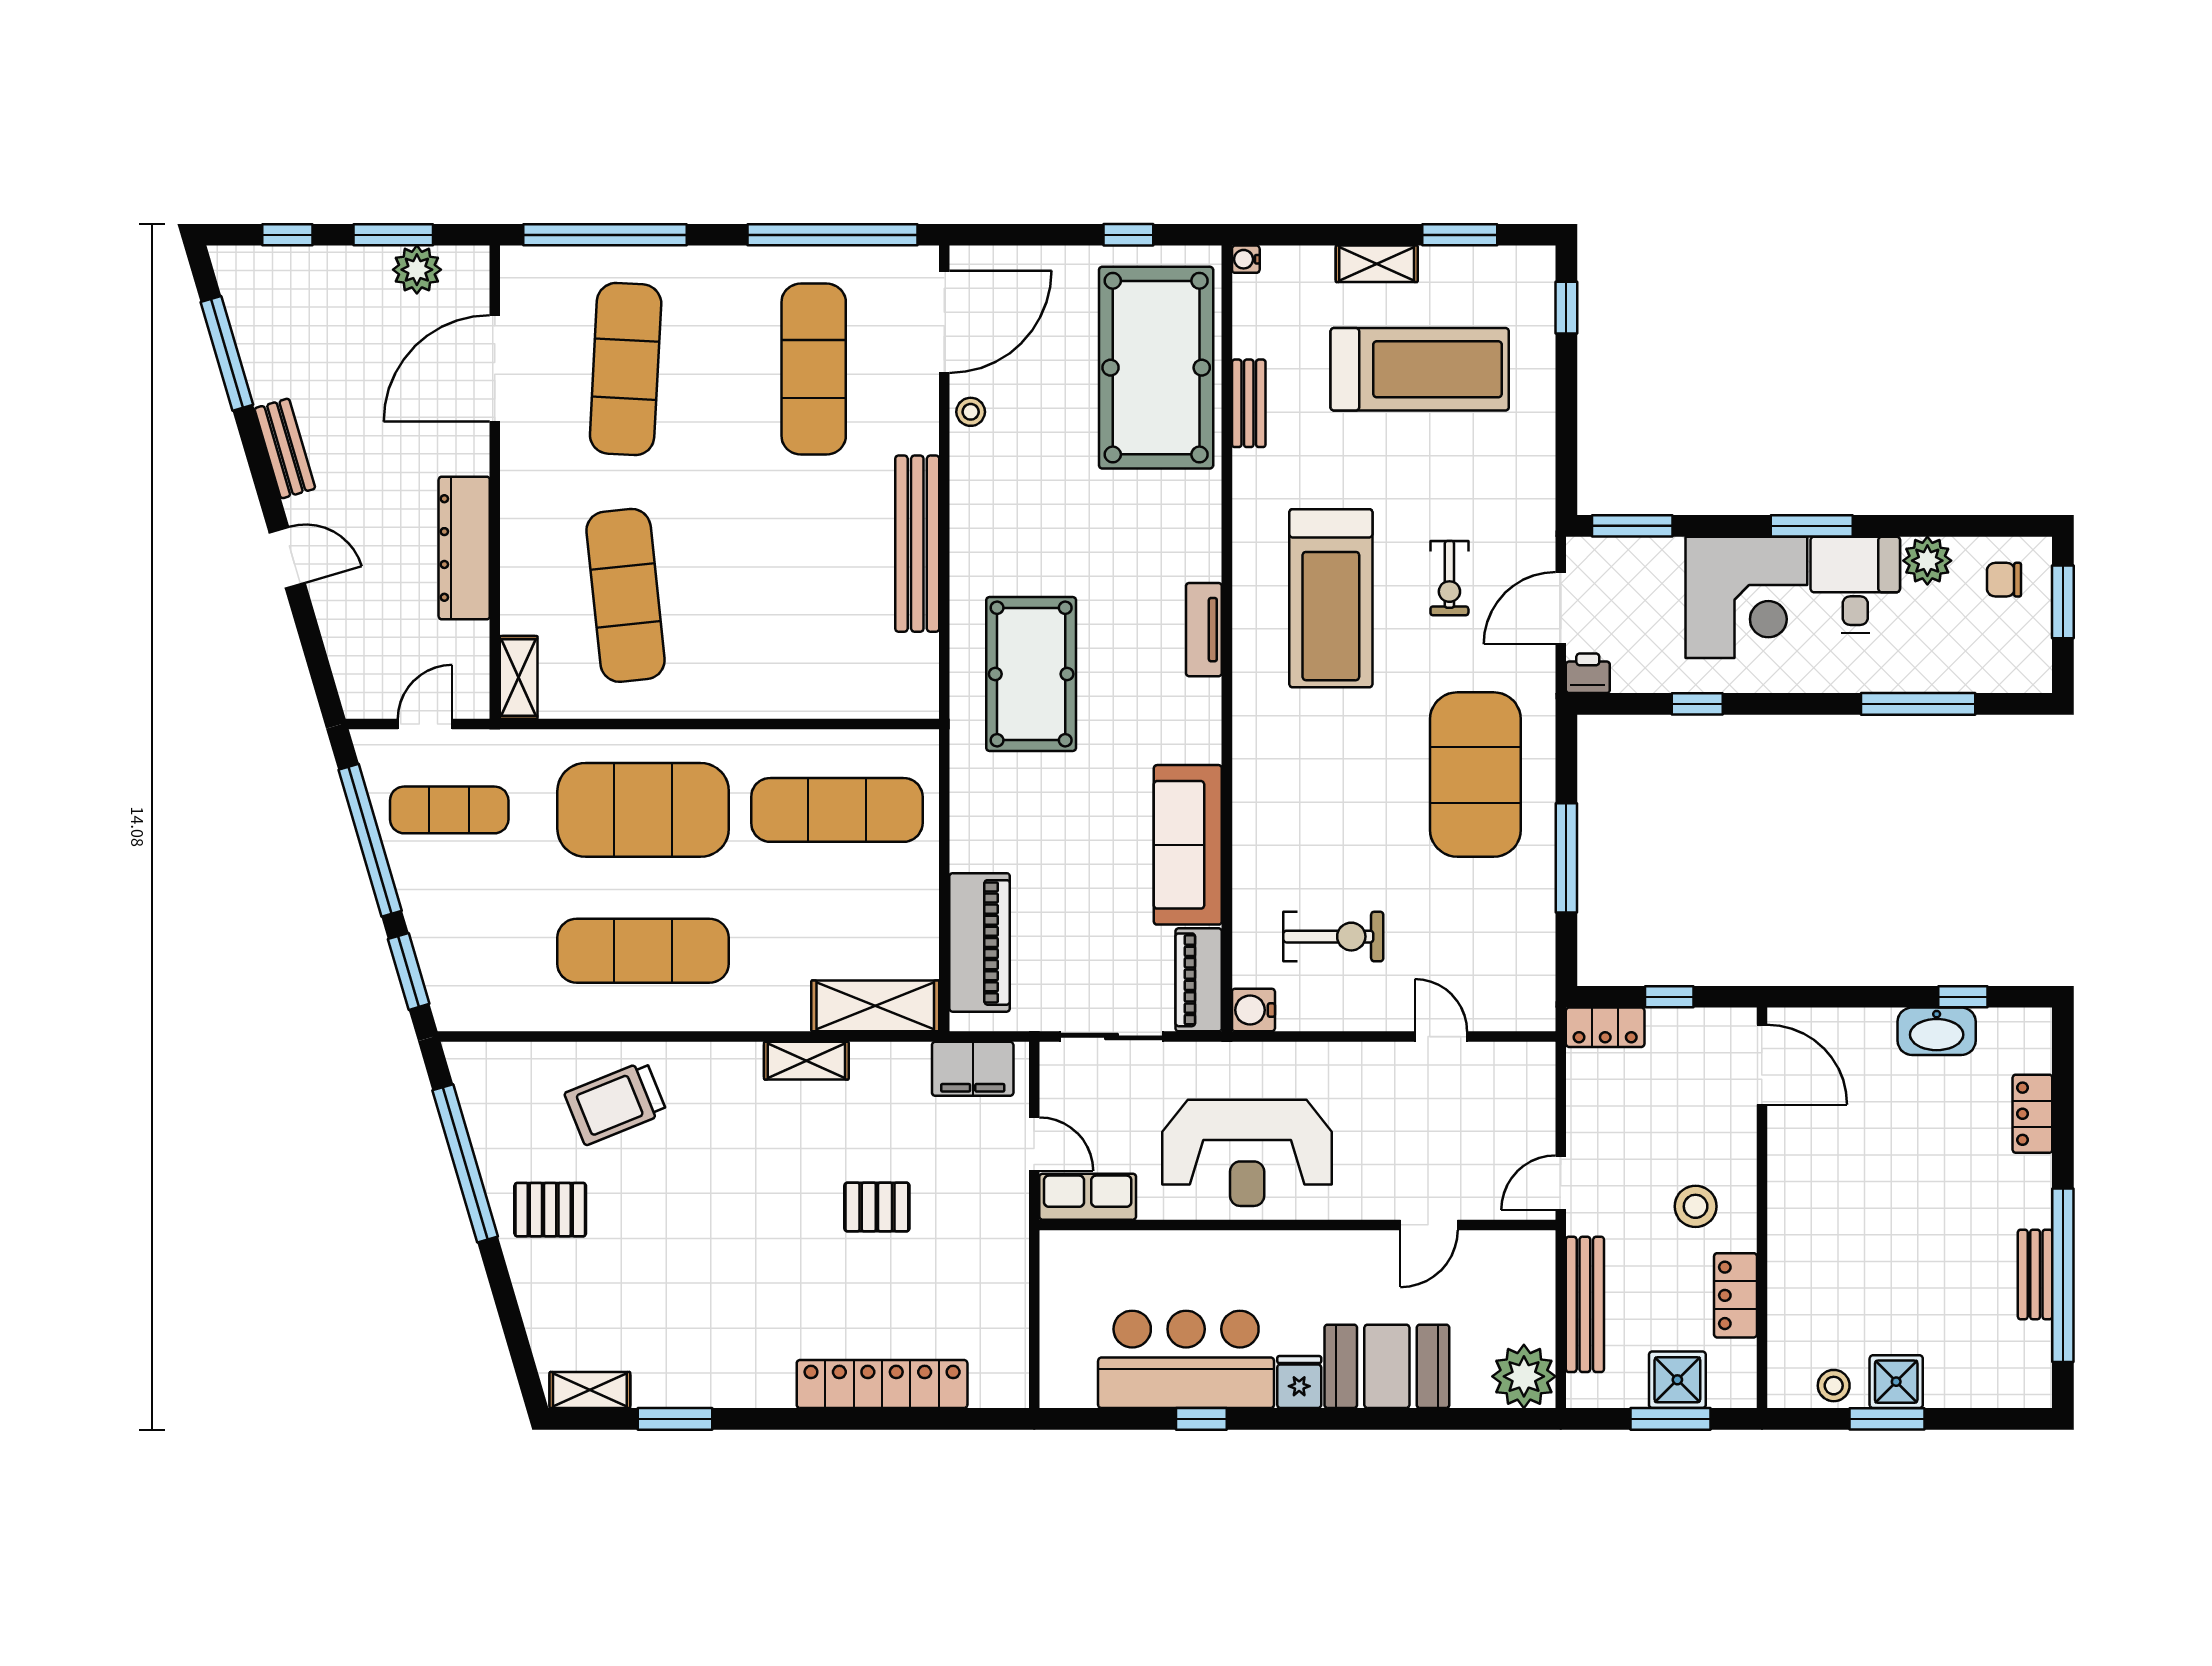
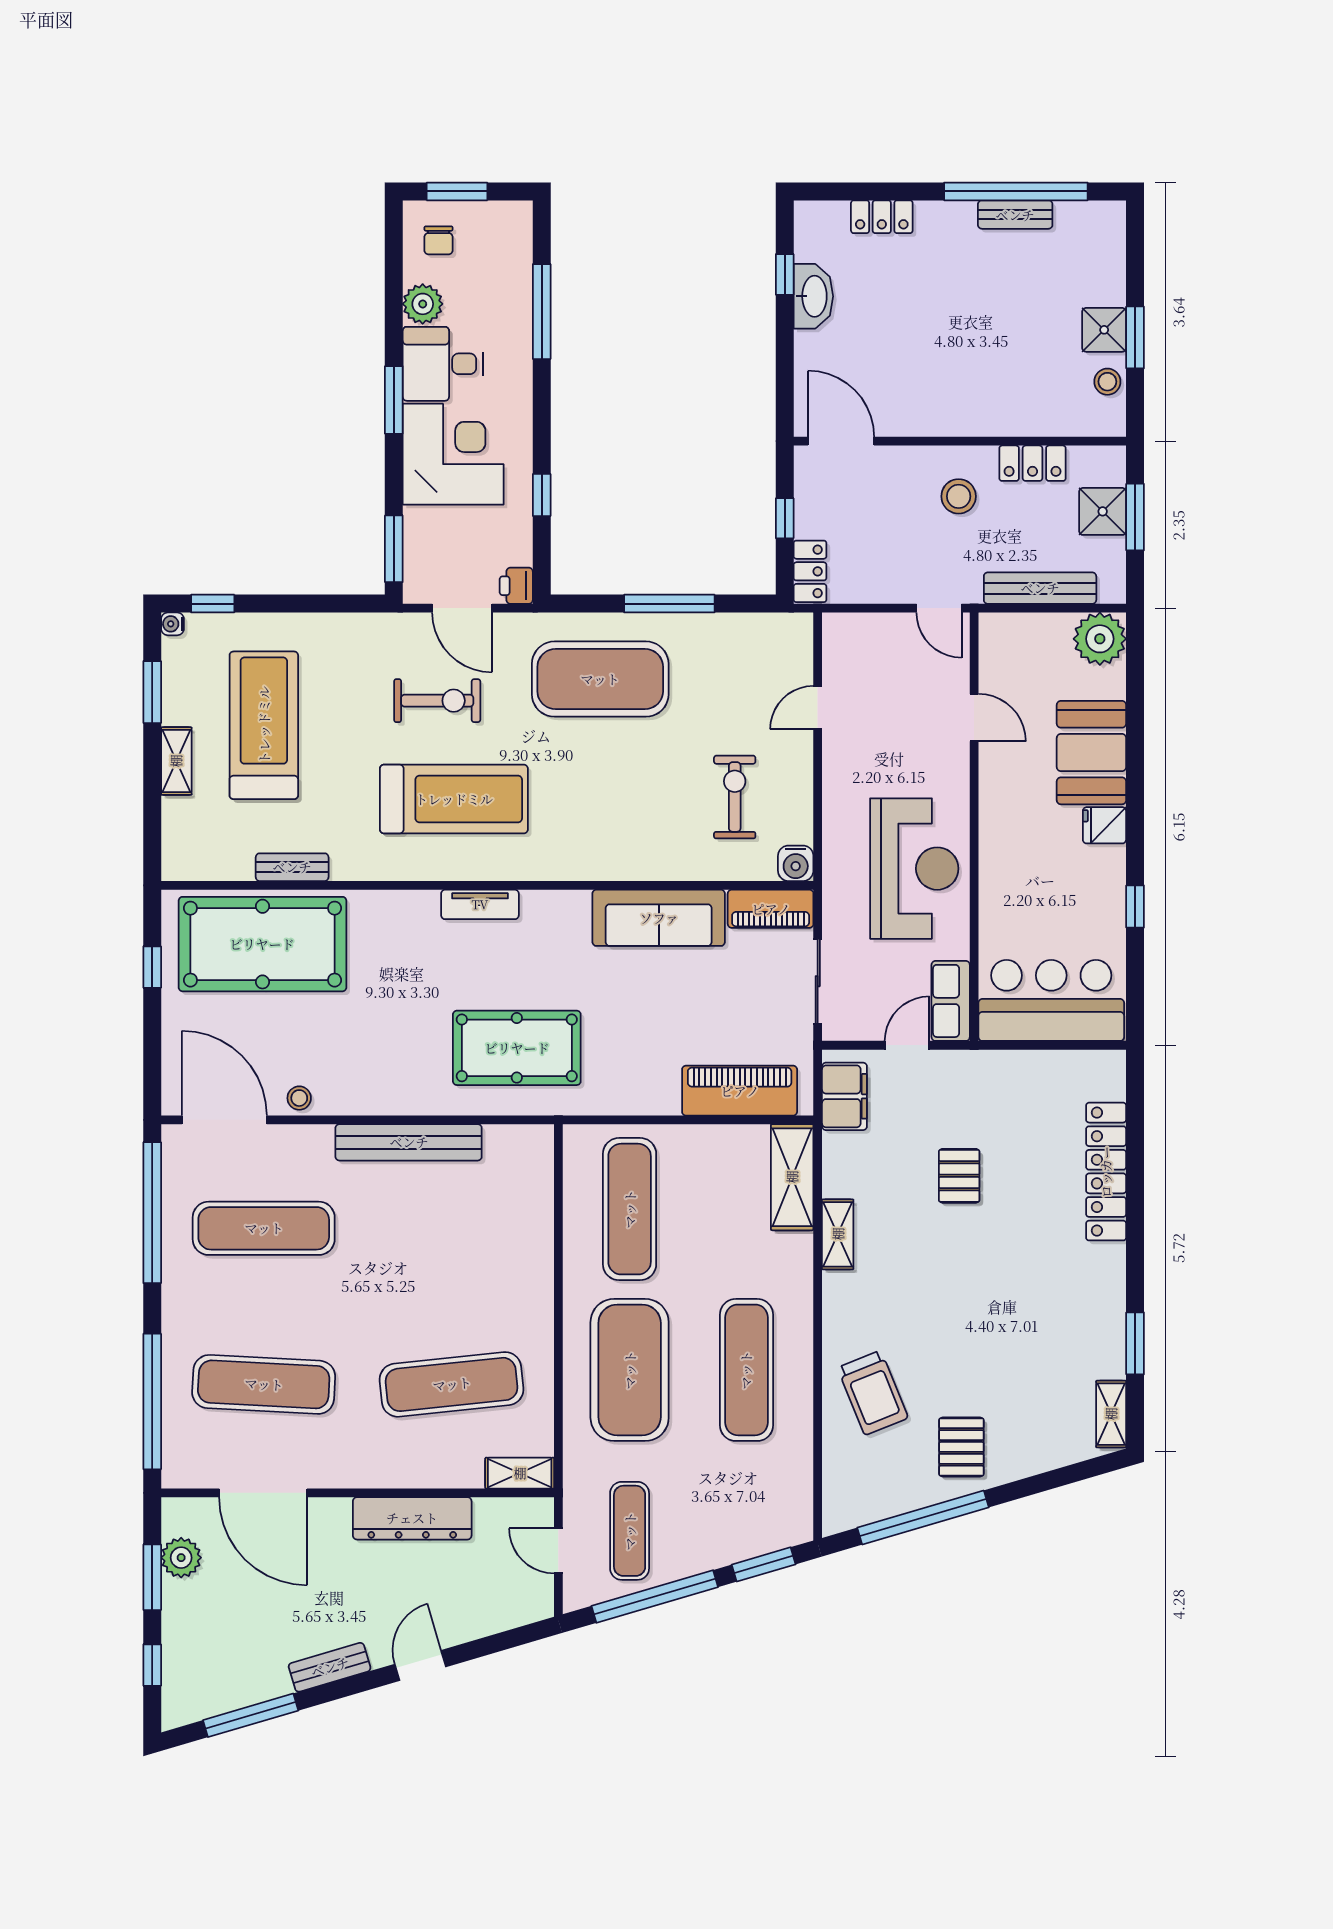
water cooler: (1246, 259) -> (173, 624), moved, turned 90
exercise bike: (1449, 578) -> (437, 701), width x1.38, depth x1.39
door: (1762, 1065) -> (841, 441), hinge flipped
bar counter: (1186, 1359) -> (1051, 1000), moved, turned 90

